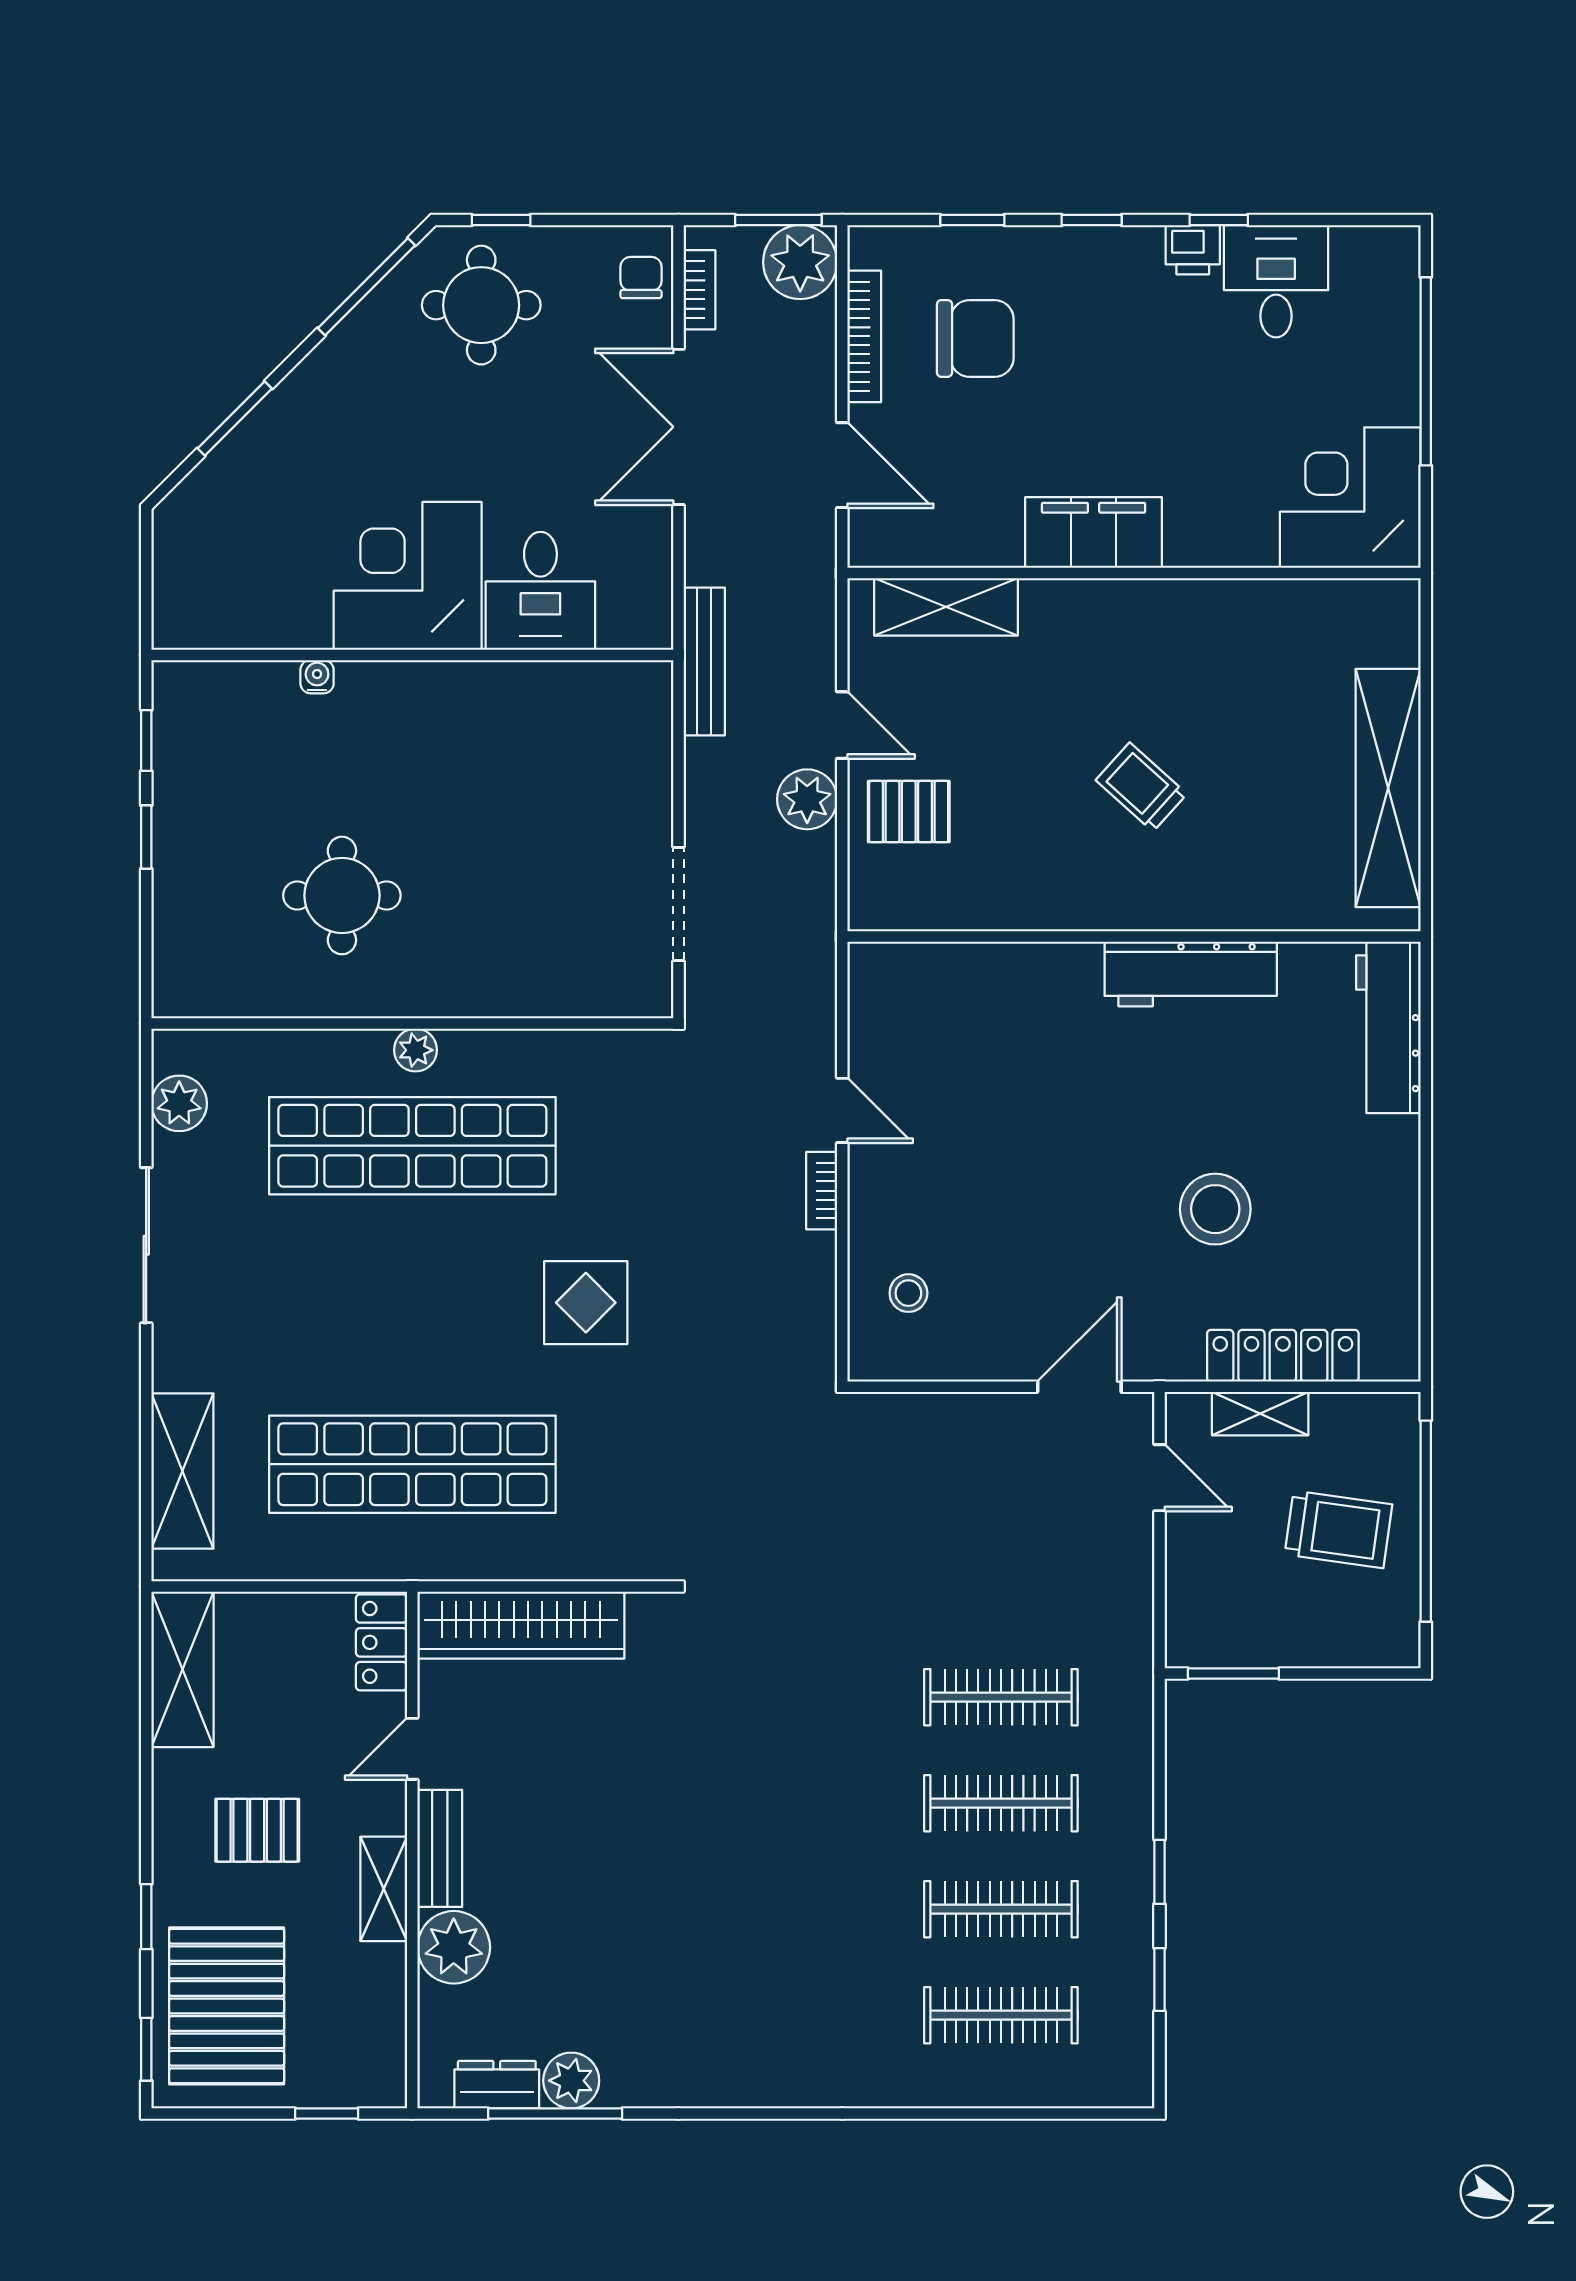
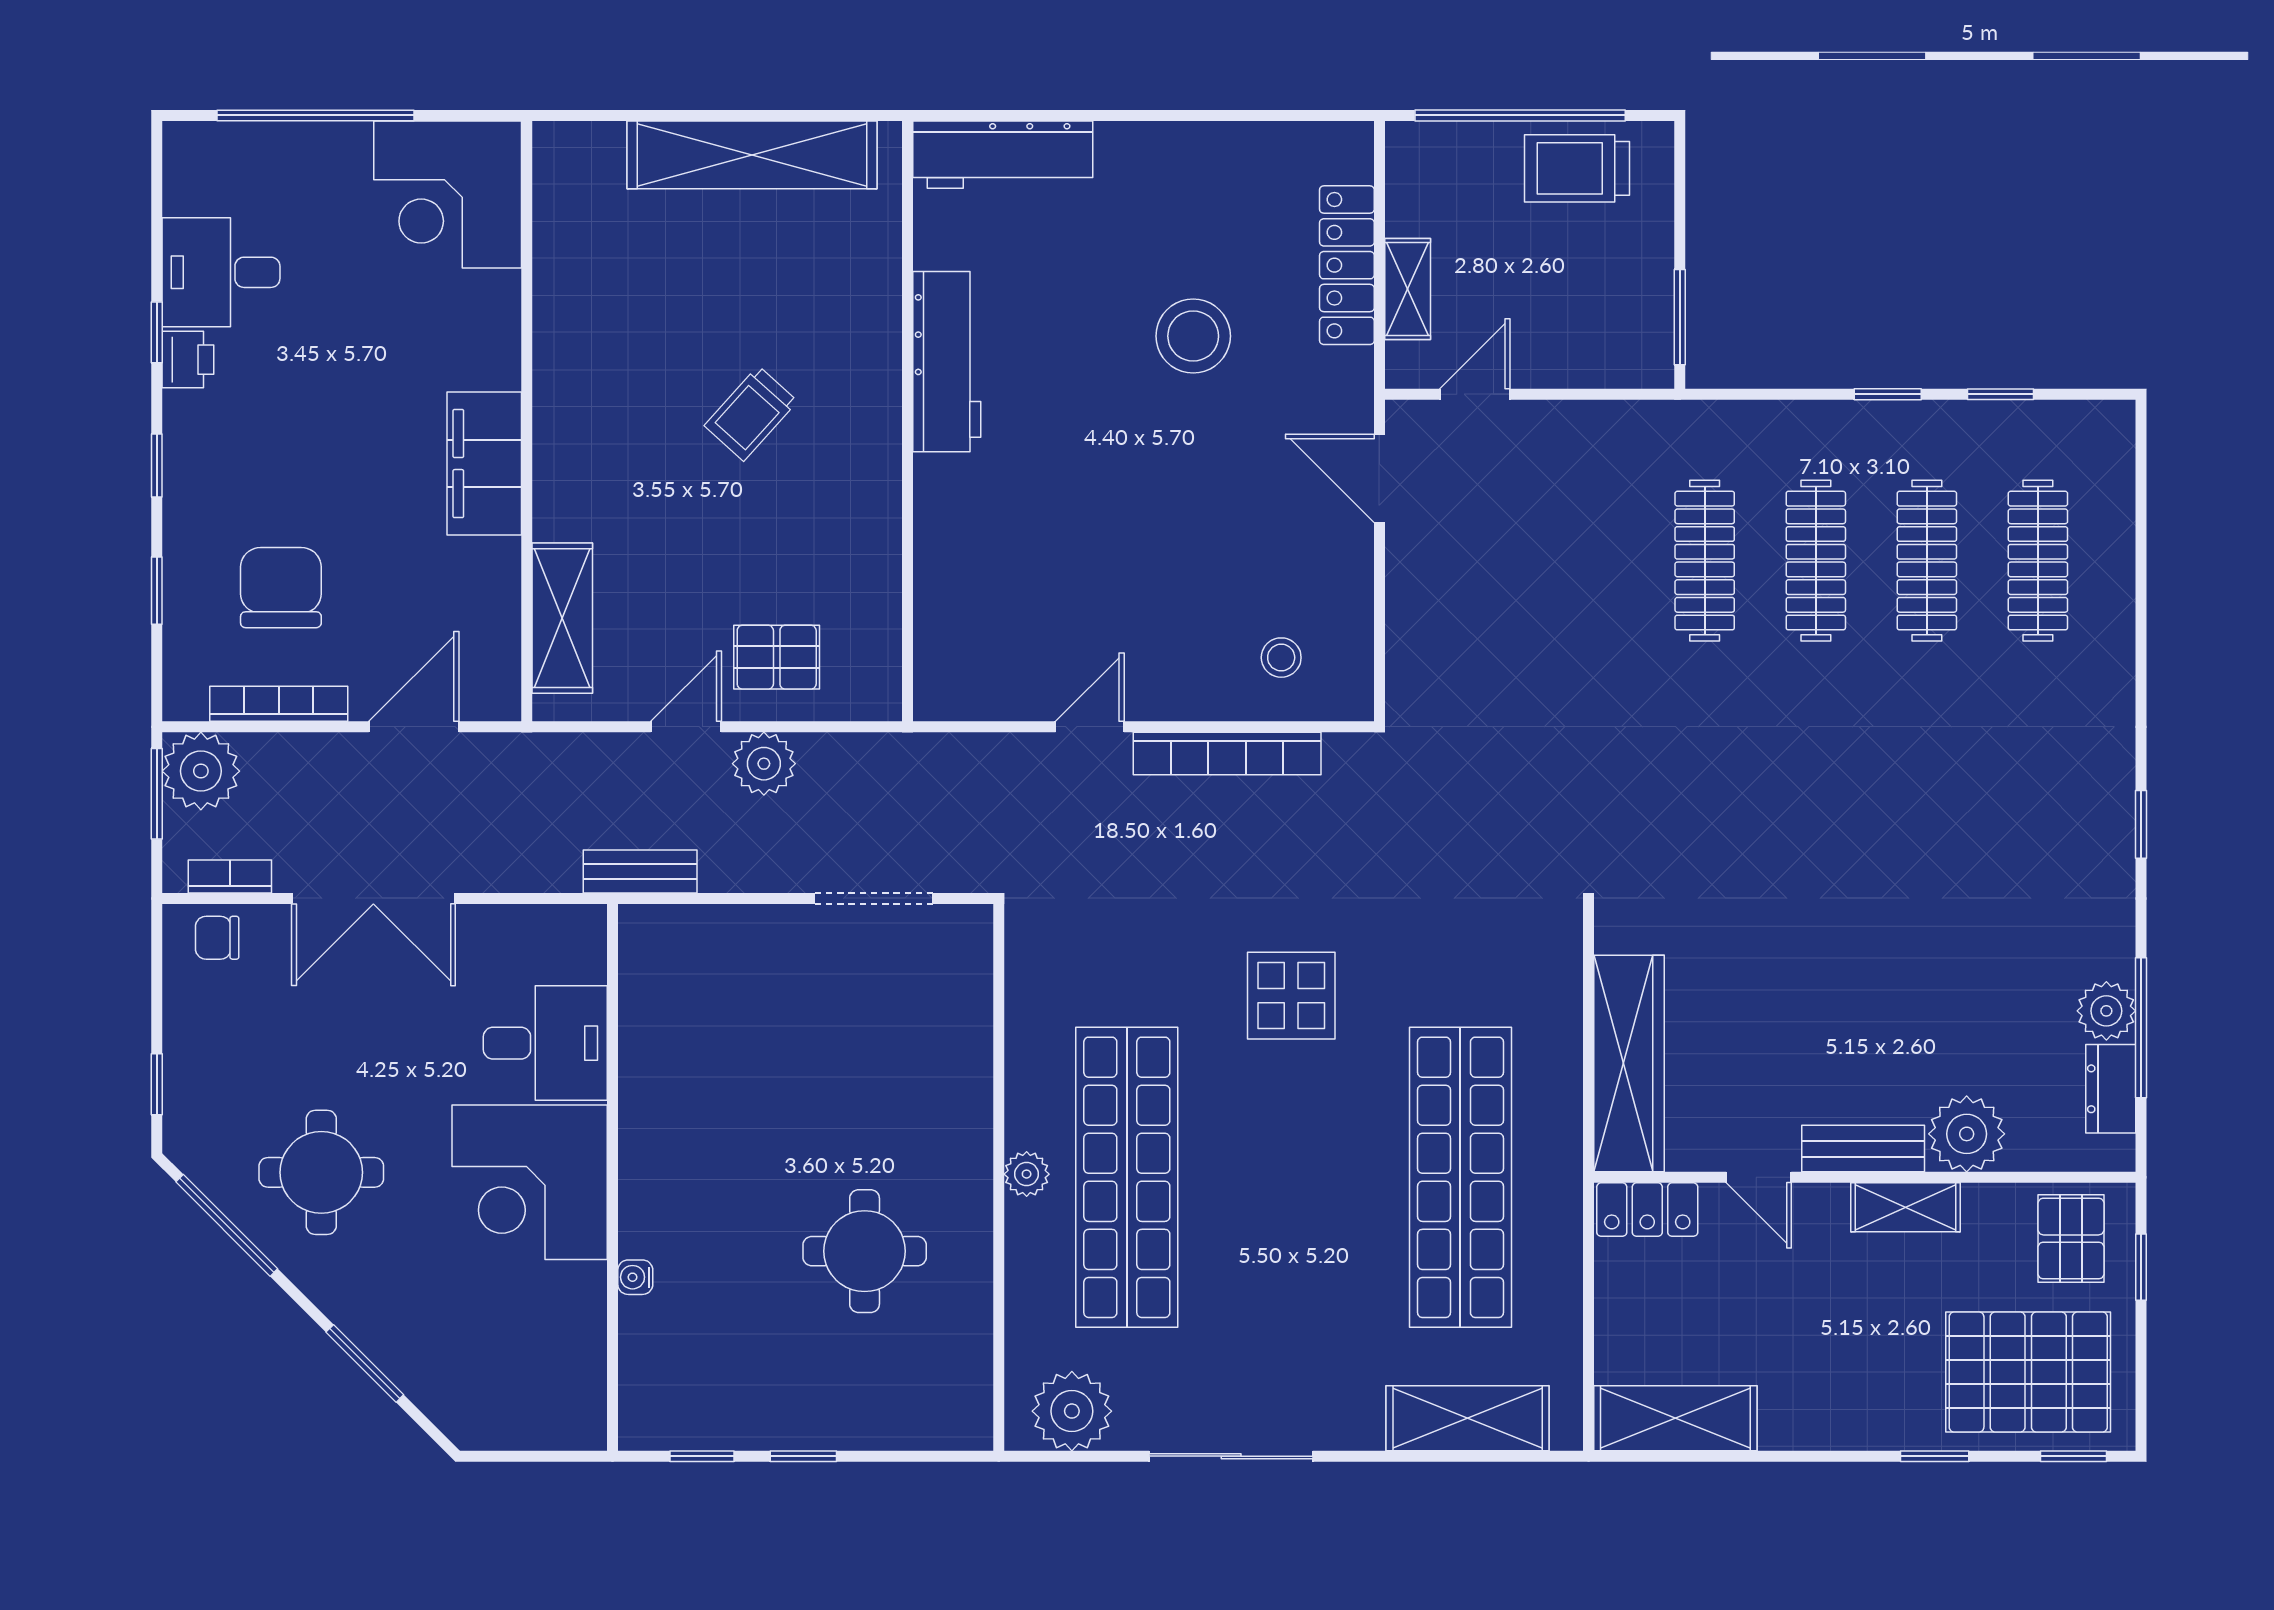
round table: (481, 305) -> (321, 1172), moved
bench: (704, 662) -> (640, 871), width x0.73
pallet: (909, 812) -> (777, 657), turned 90
plant: (179, 1103) -> (1072, 1411), width x1.36, depth x1.36
bookcase: (822, 1191) -> (1227, 753), width x2.31, depth x1.31
trolley: (1338, 1529) -> (1577, 168), moved, turned -98
pallet: (257, 1830) -> (2071, 1239), moved
window: (749, 2114) -> (2141, 824), added

